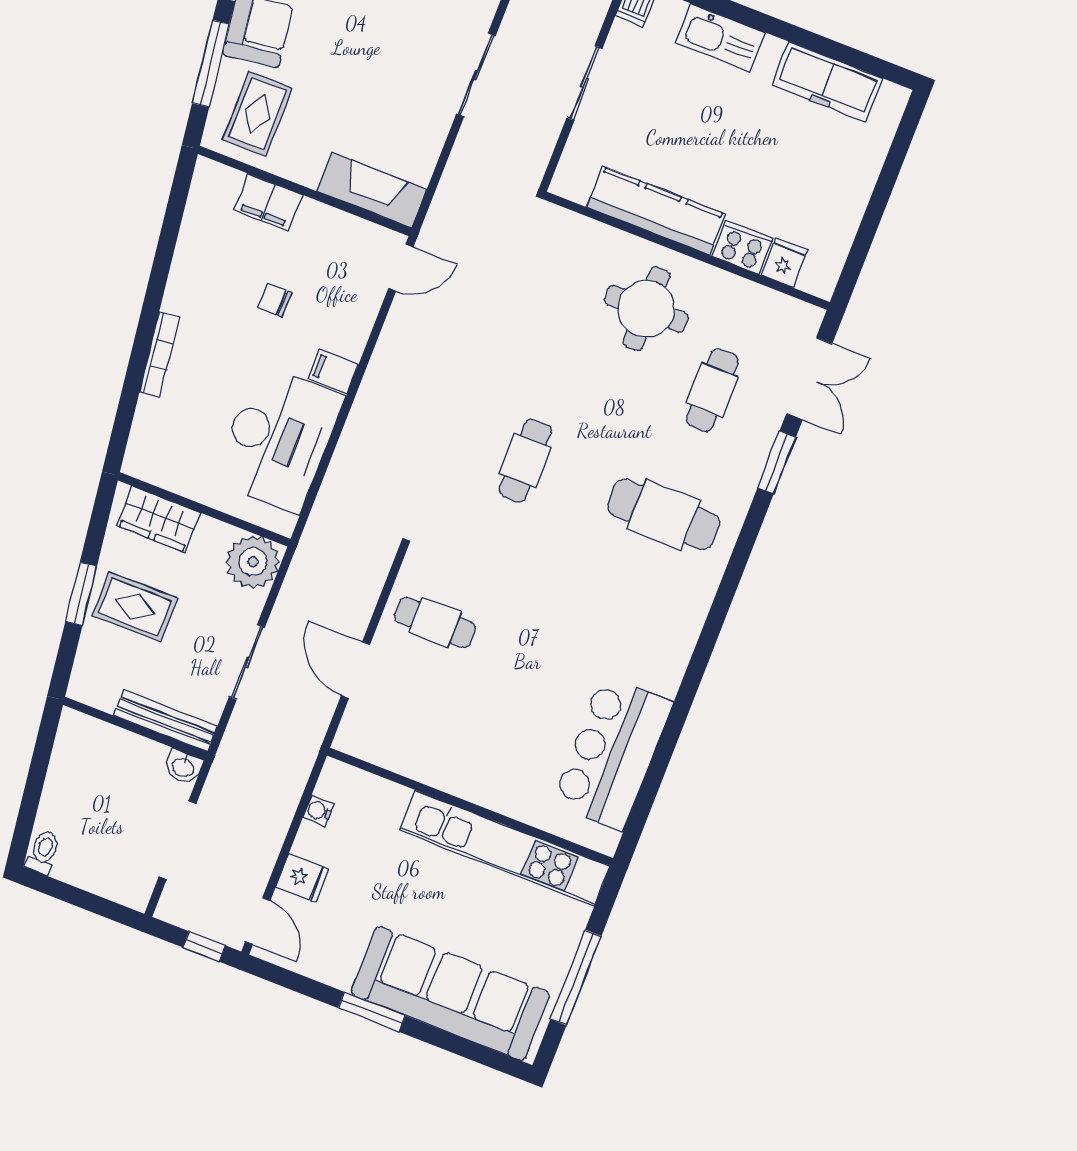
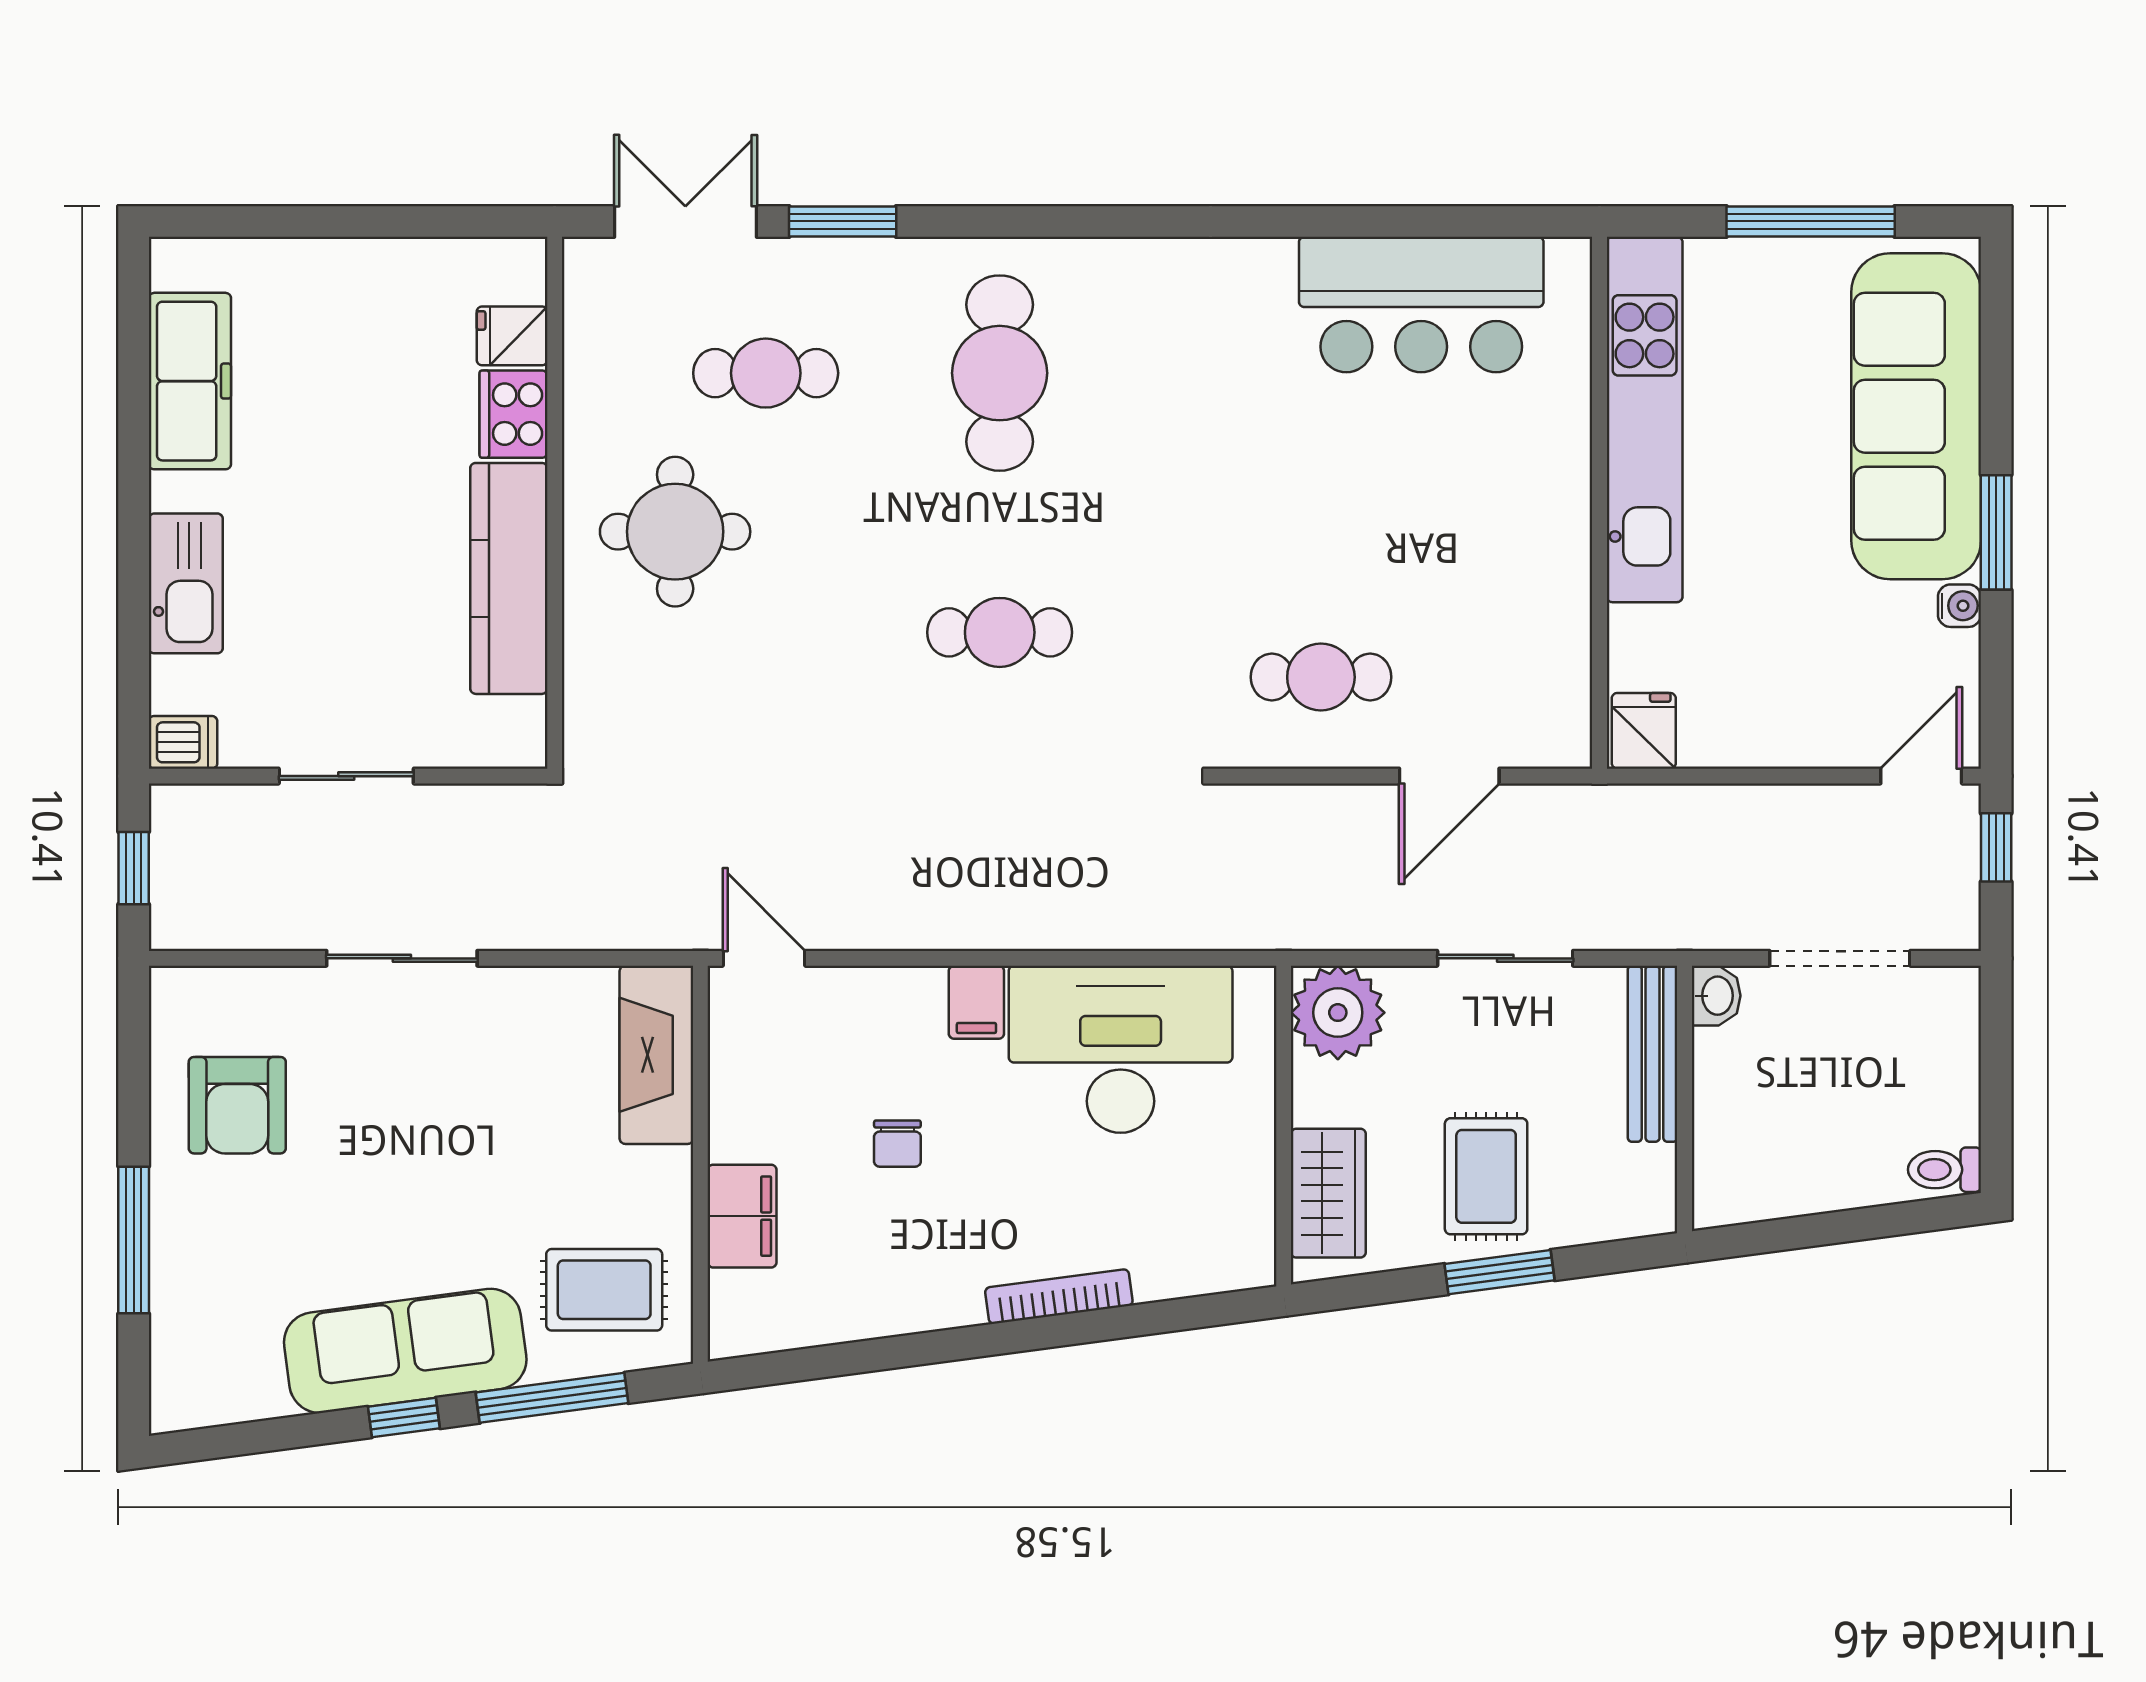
cafe table: (435, 622) -> (1321, 677), turned 90
water cooler: (318, 811) -> (1960, 606), moved, turned -90
fridge: (302, 878) -> (1644, 731), moved

